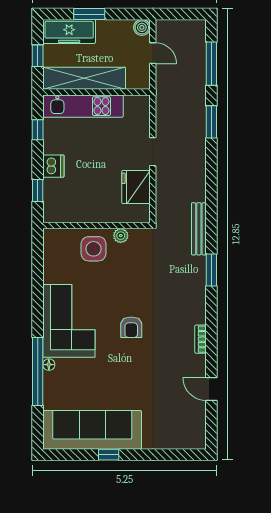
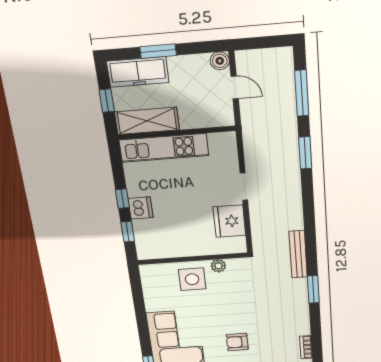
shelving: (84, 78) -> (147, 121), width x0.68
window: (38, 130) -> (122, 199), moved
armchair: (131, 327) -> (237, 342), turned 90

